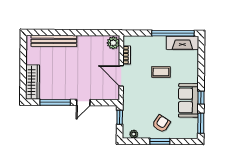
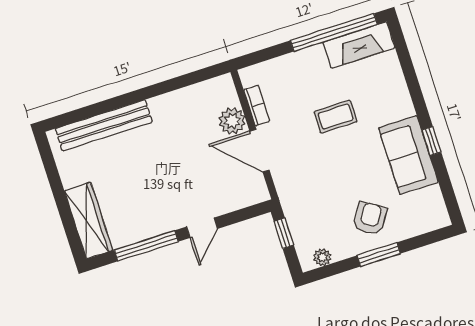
plant: (113, 43) -> (232, 121), moved
window: (201, 123) -> (448, 192), removed

